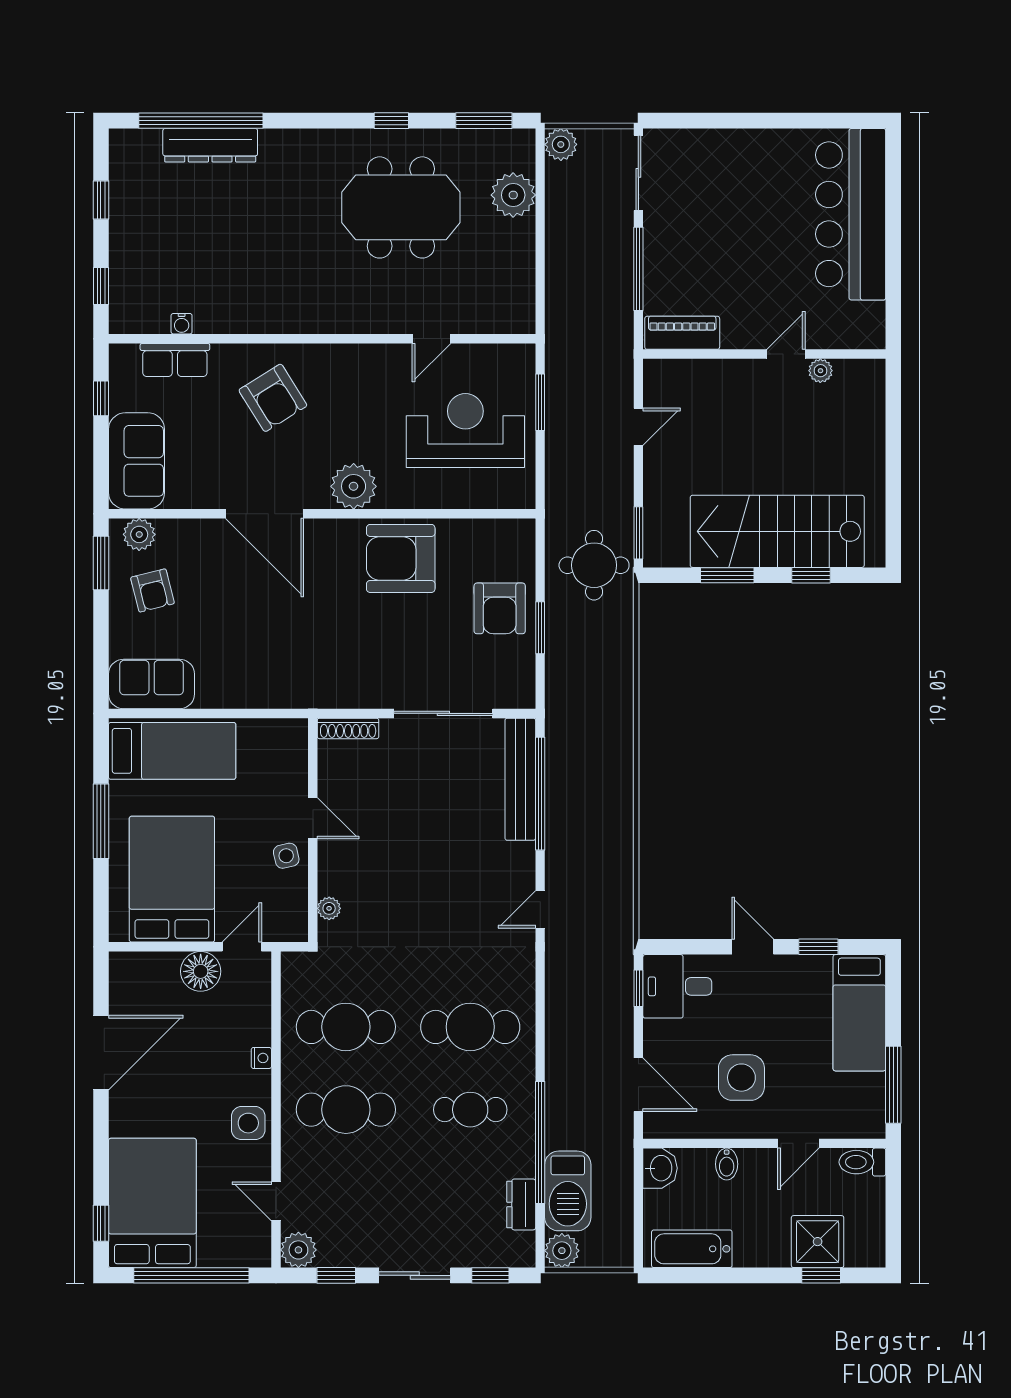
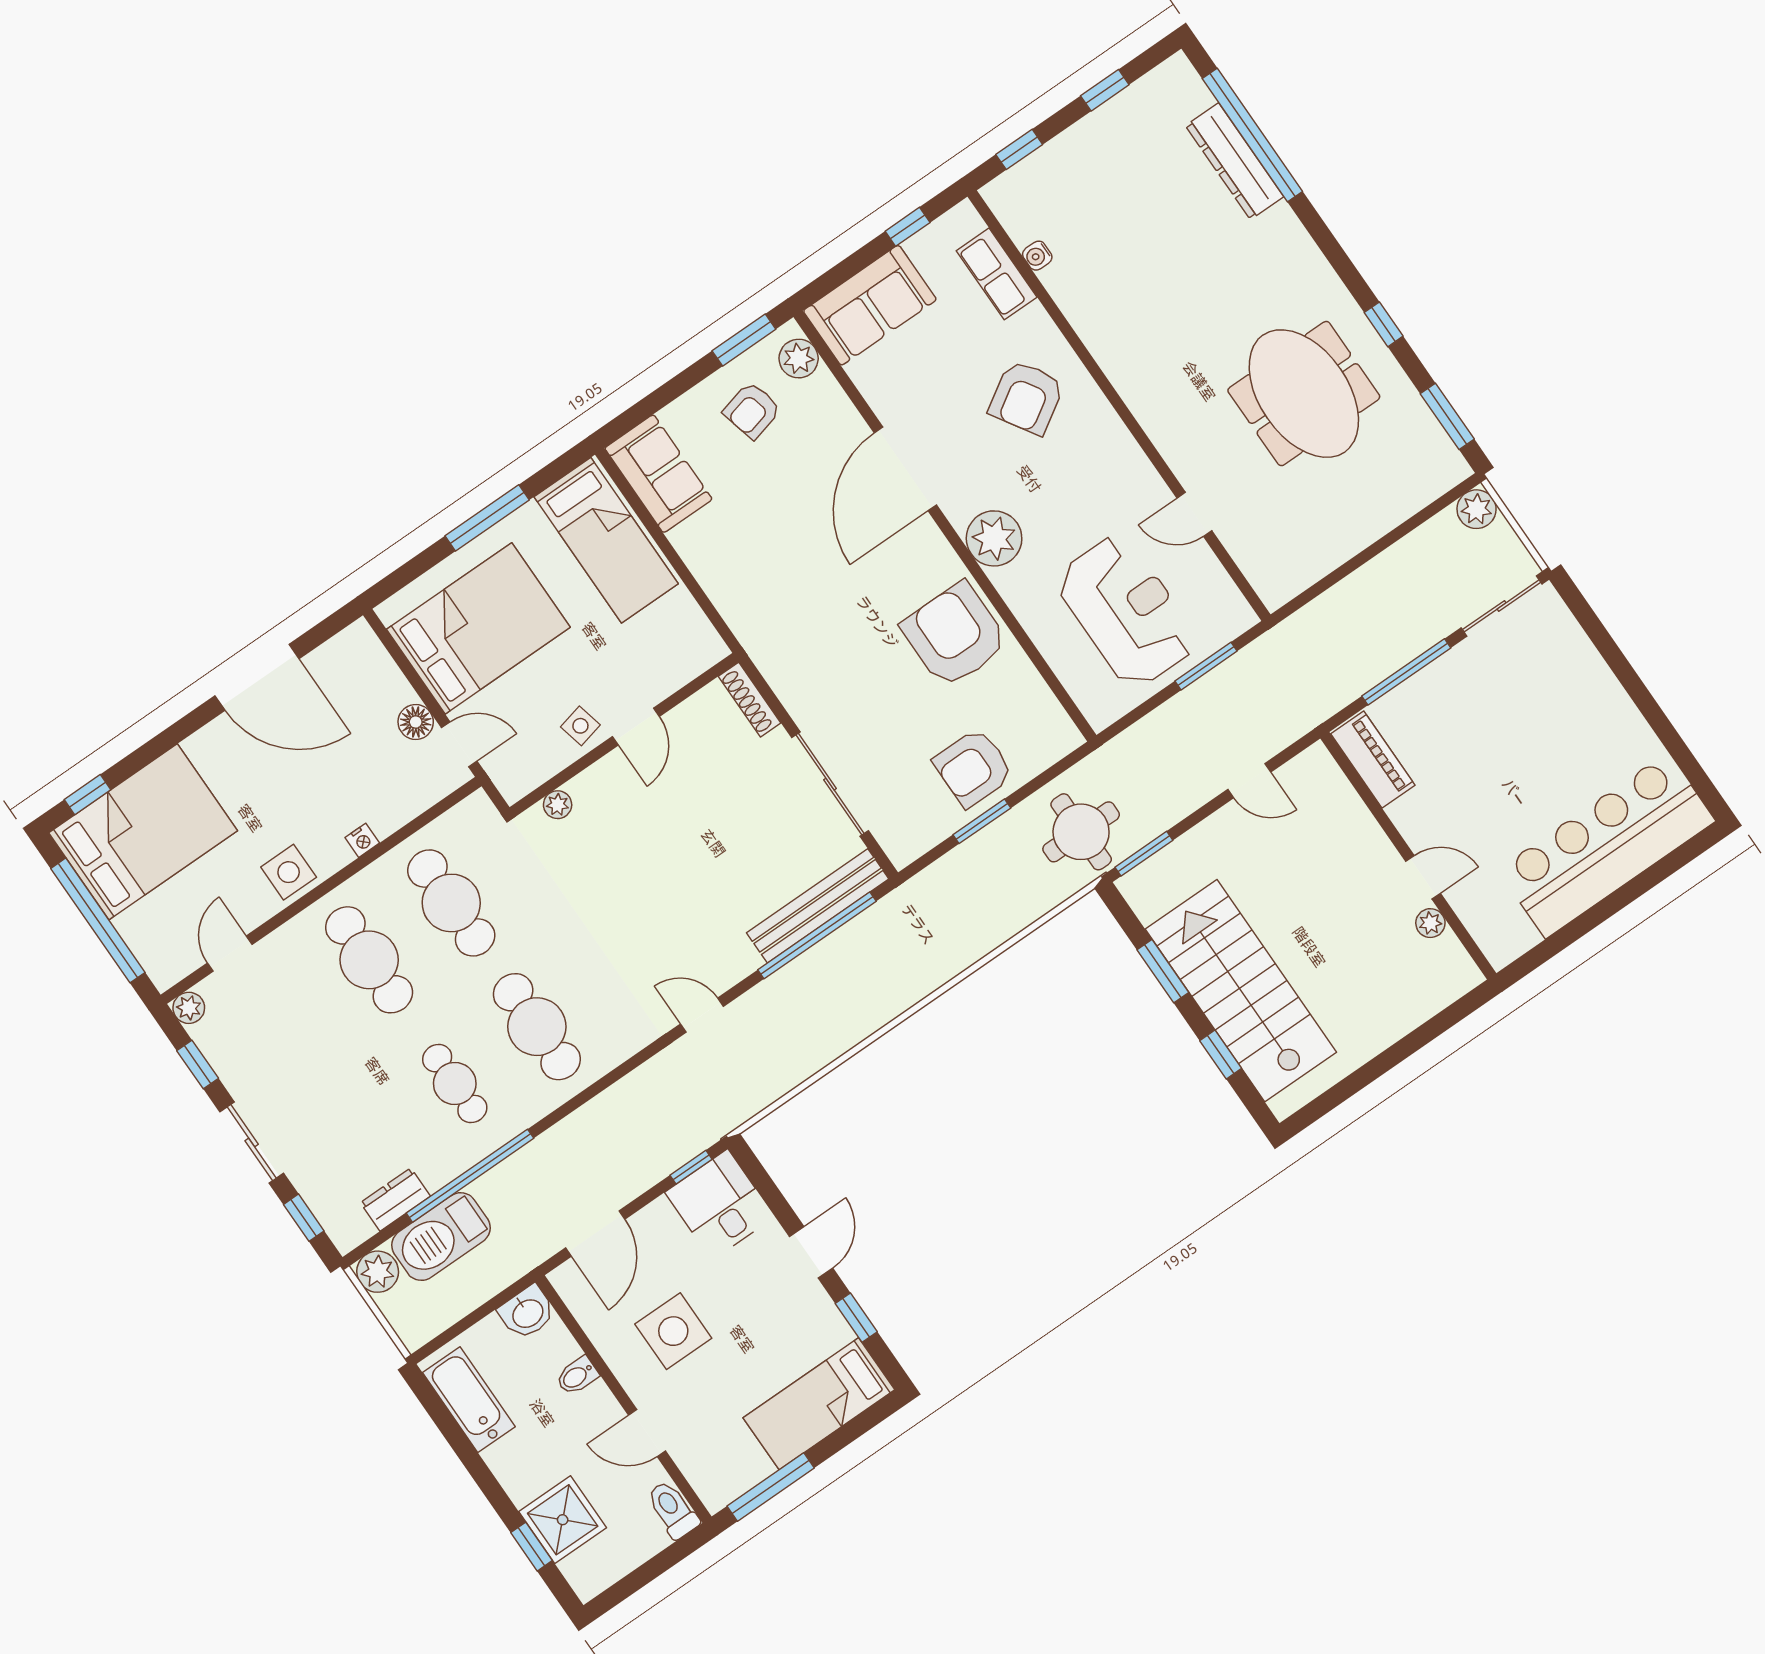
plant: (513, 195) -> (1394, 497), removed
floor lamp: (201, 971) -> (416, 722), width x0.73, depth x0.73
plant: (298, 1250) -> (189, 1008), width x0.73, depth x0.73

